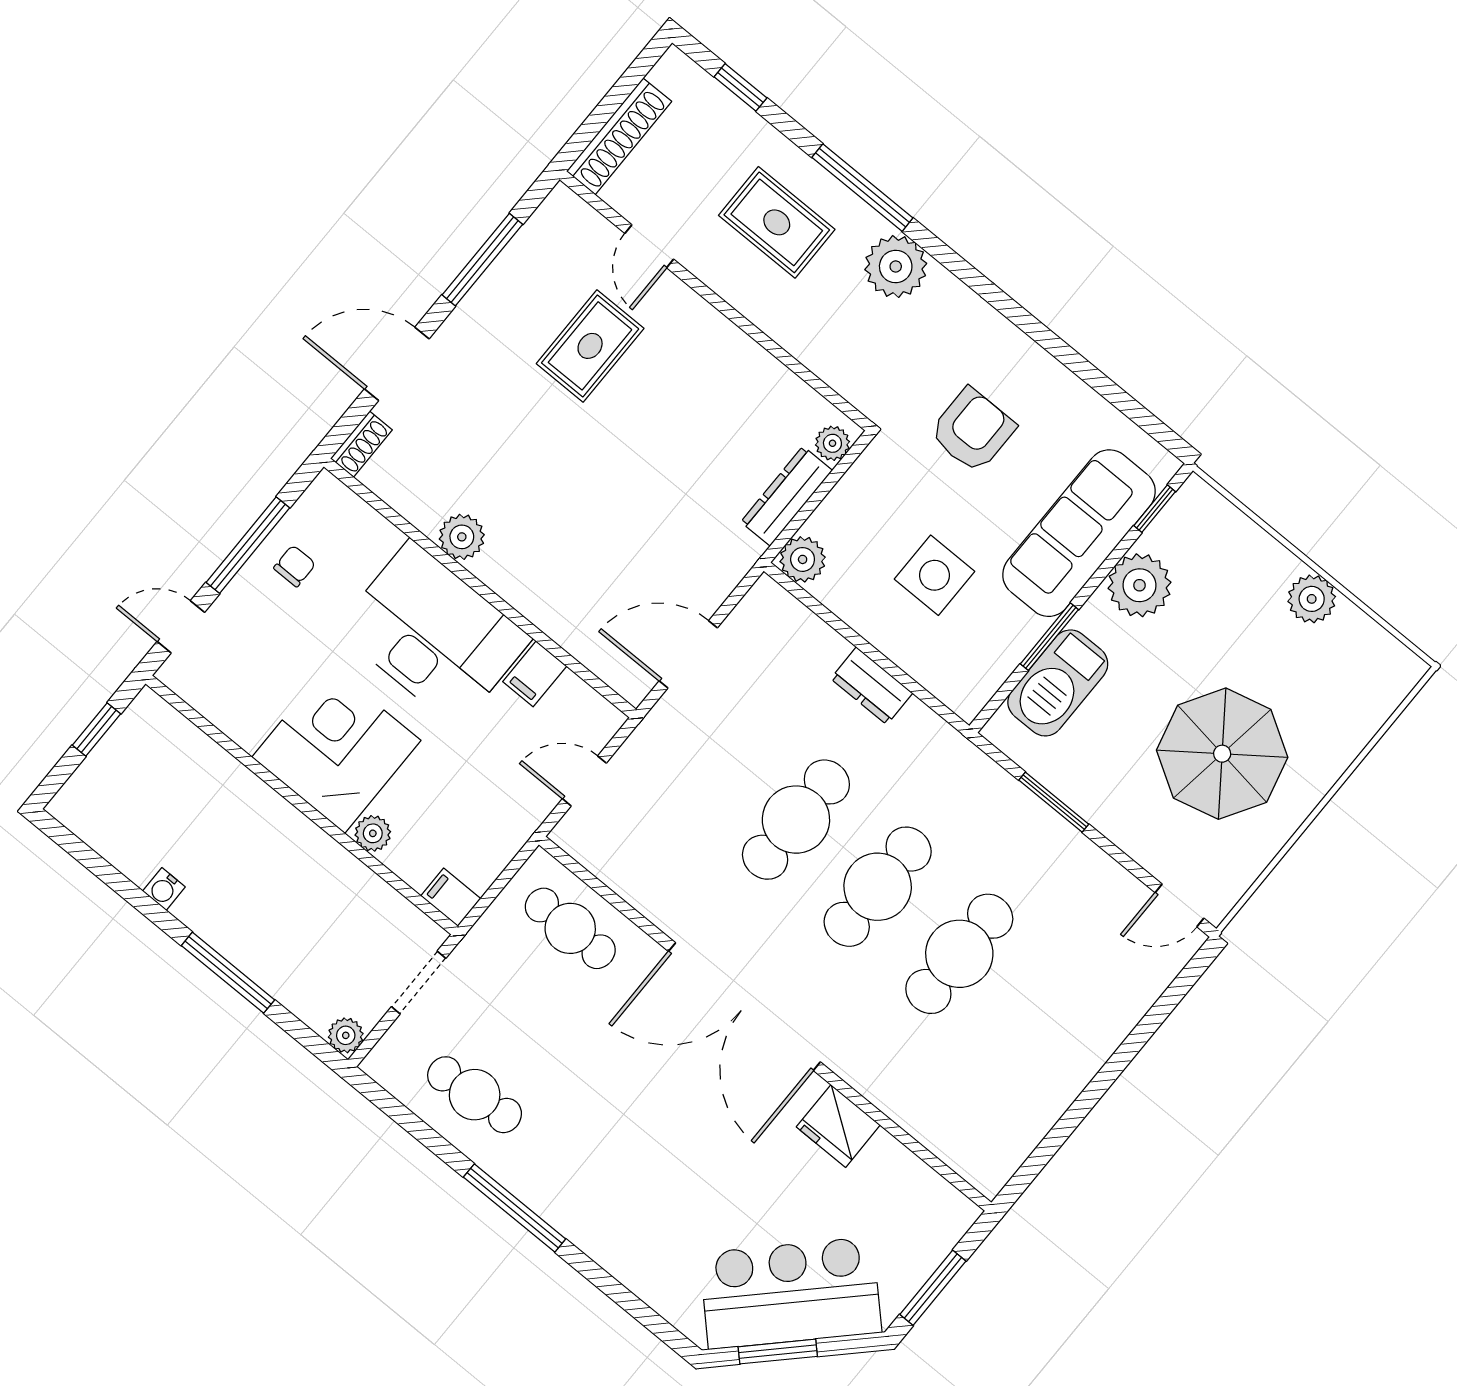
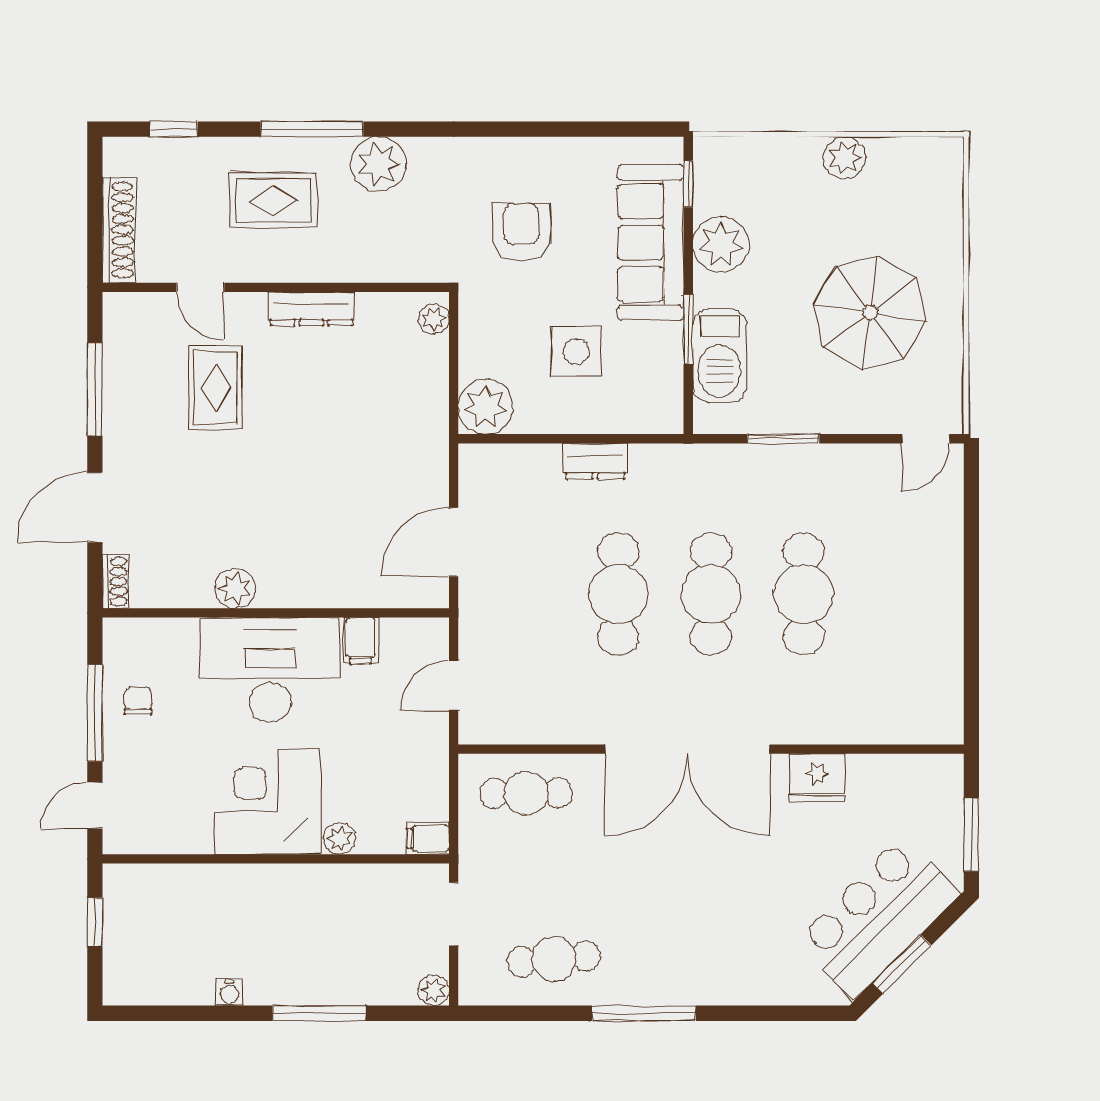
dresser: (787, 496) -> (311, 309), moved, turned -90
plant: (803, 559) -> (486, 407), width x1.36, depth x1.36

